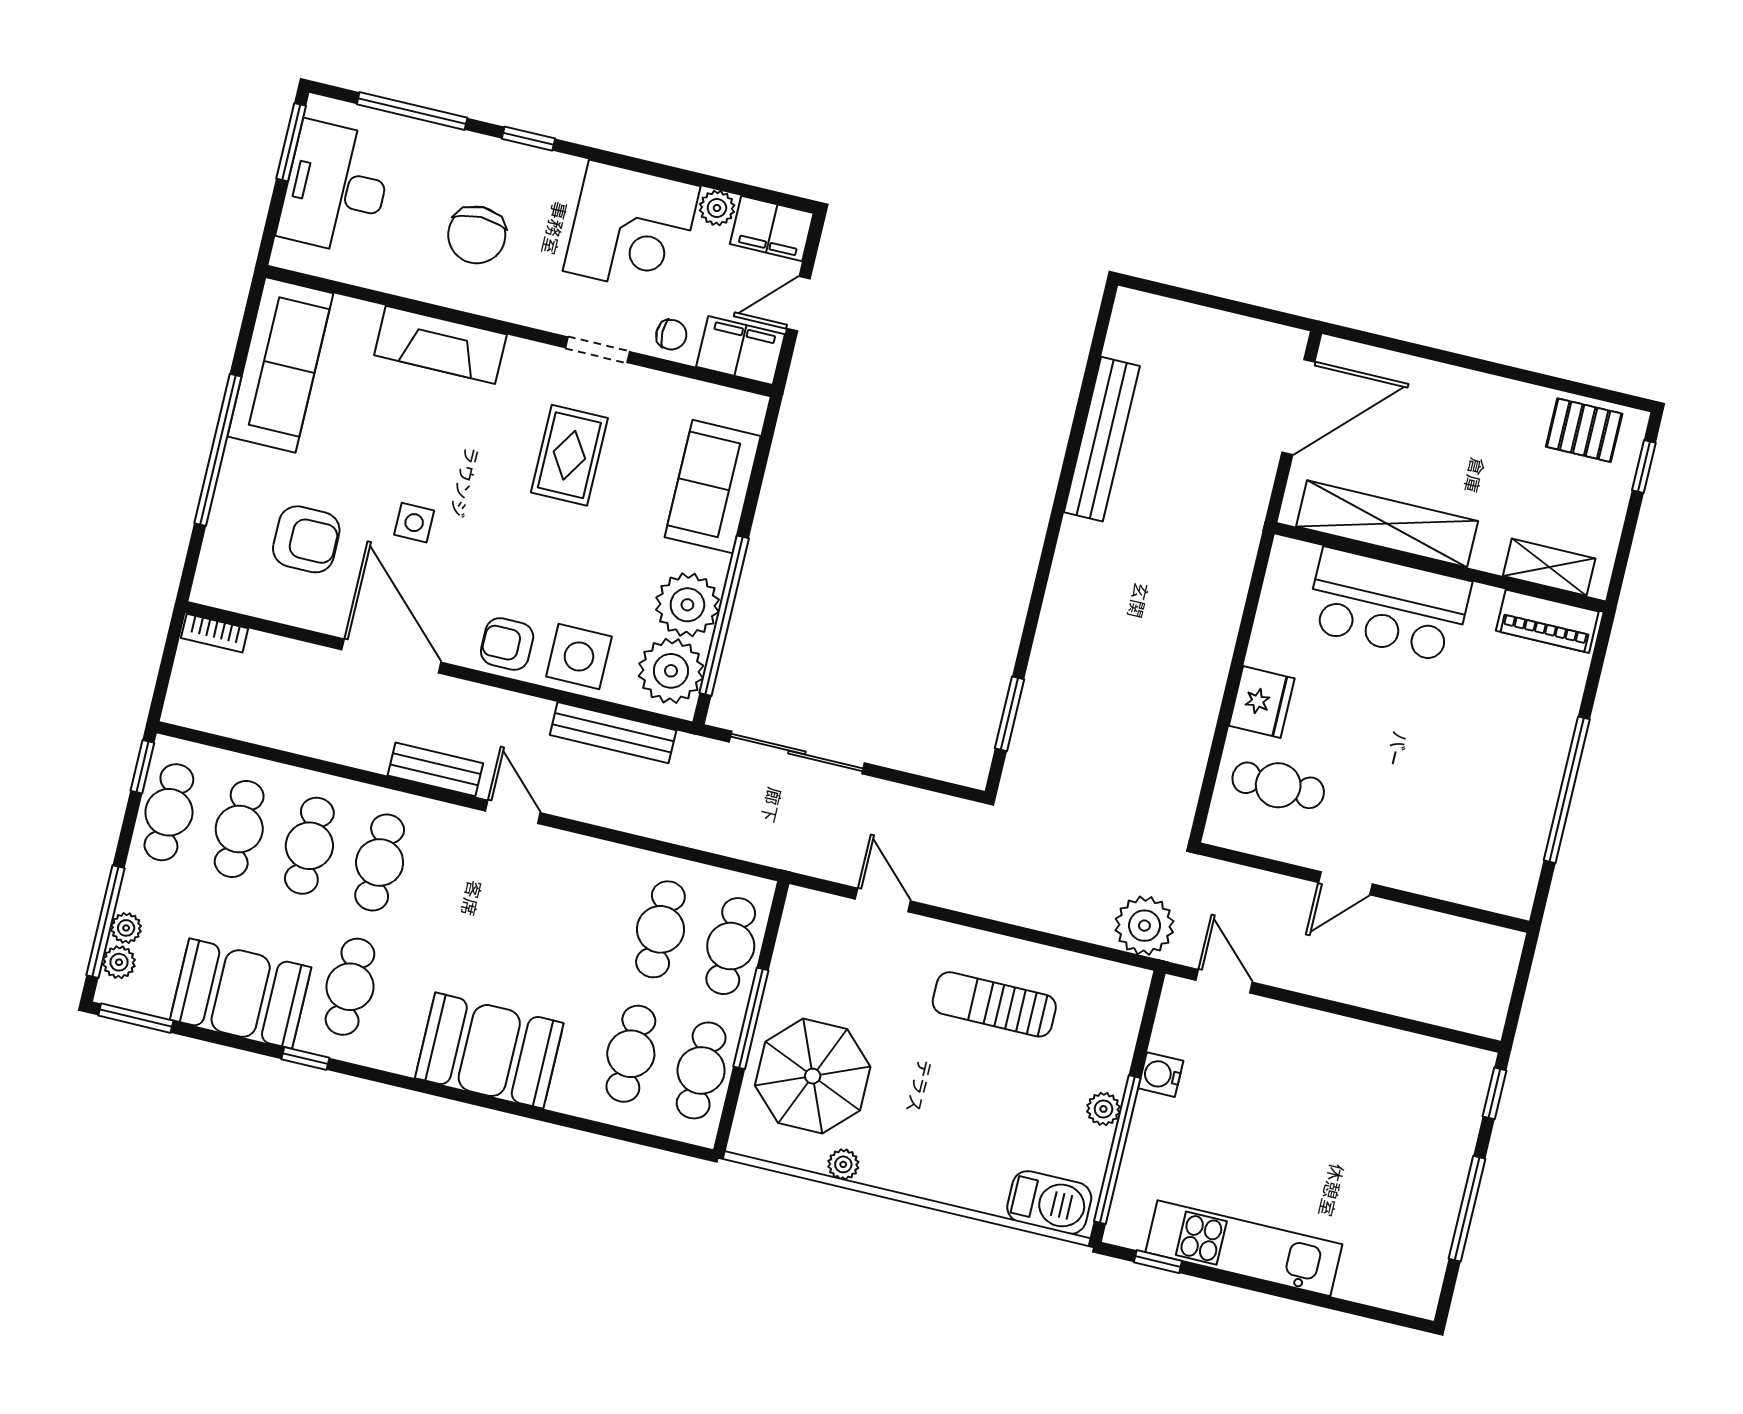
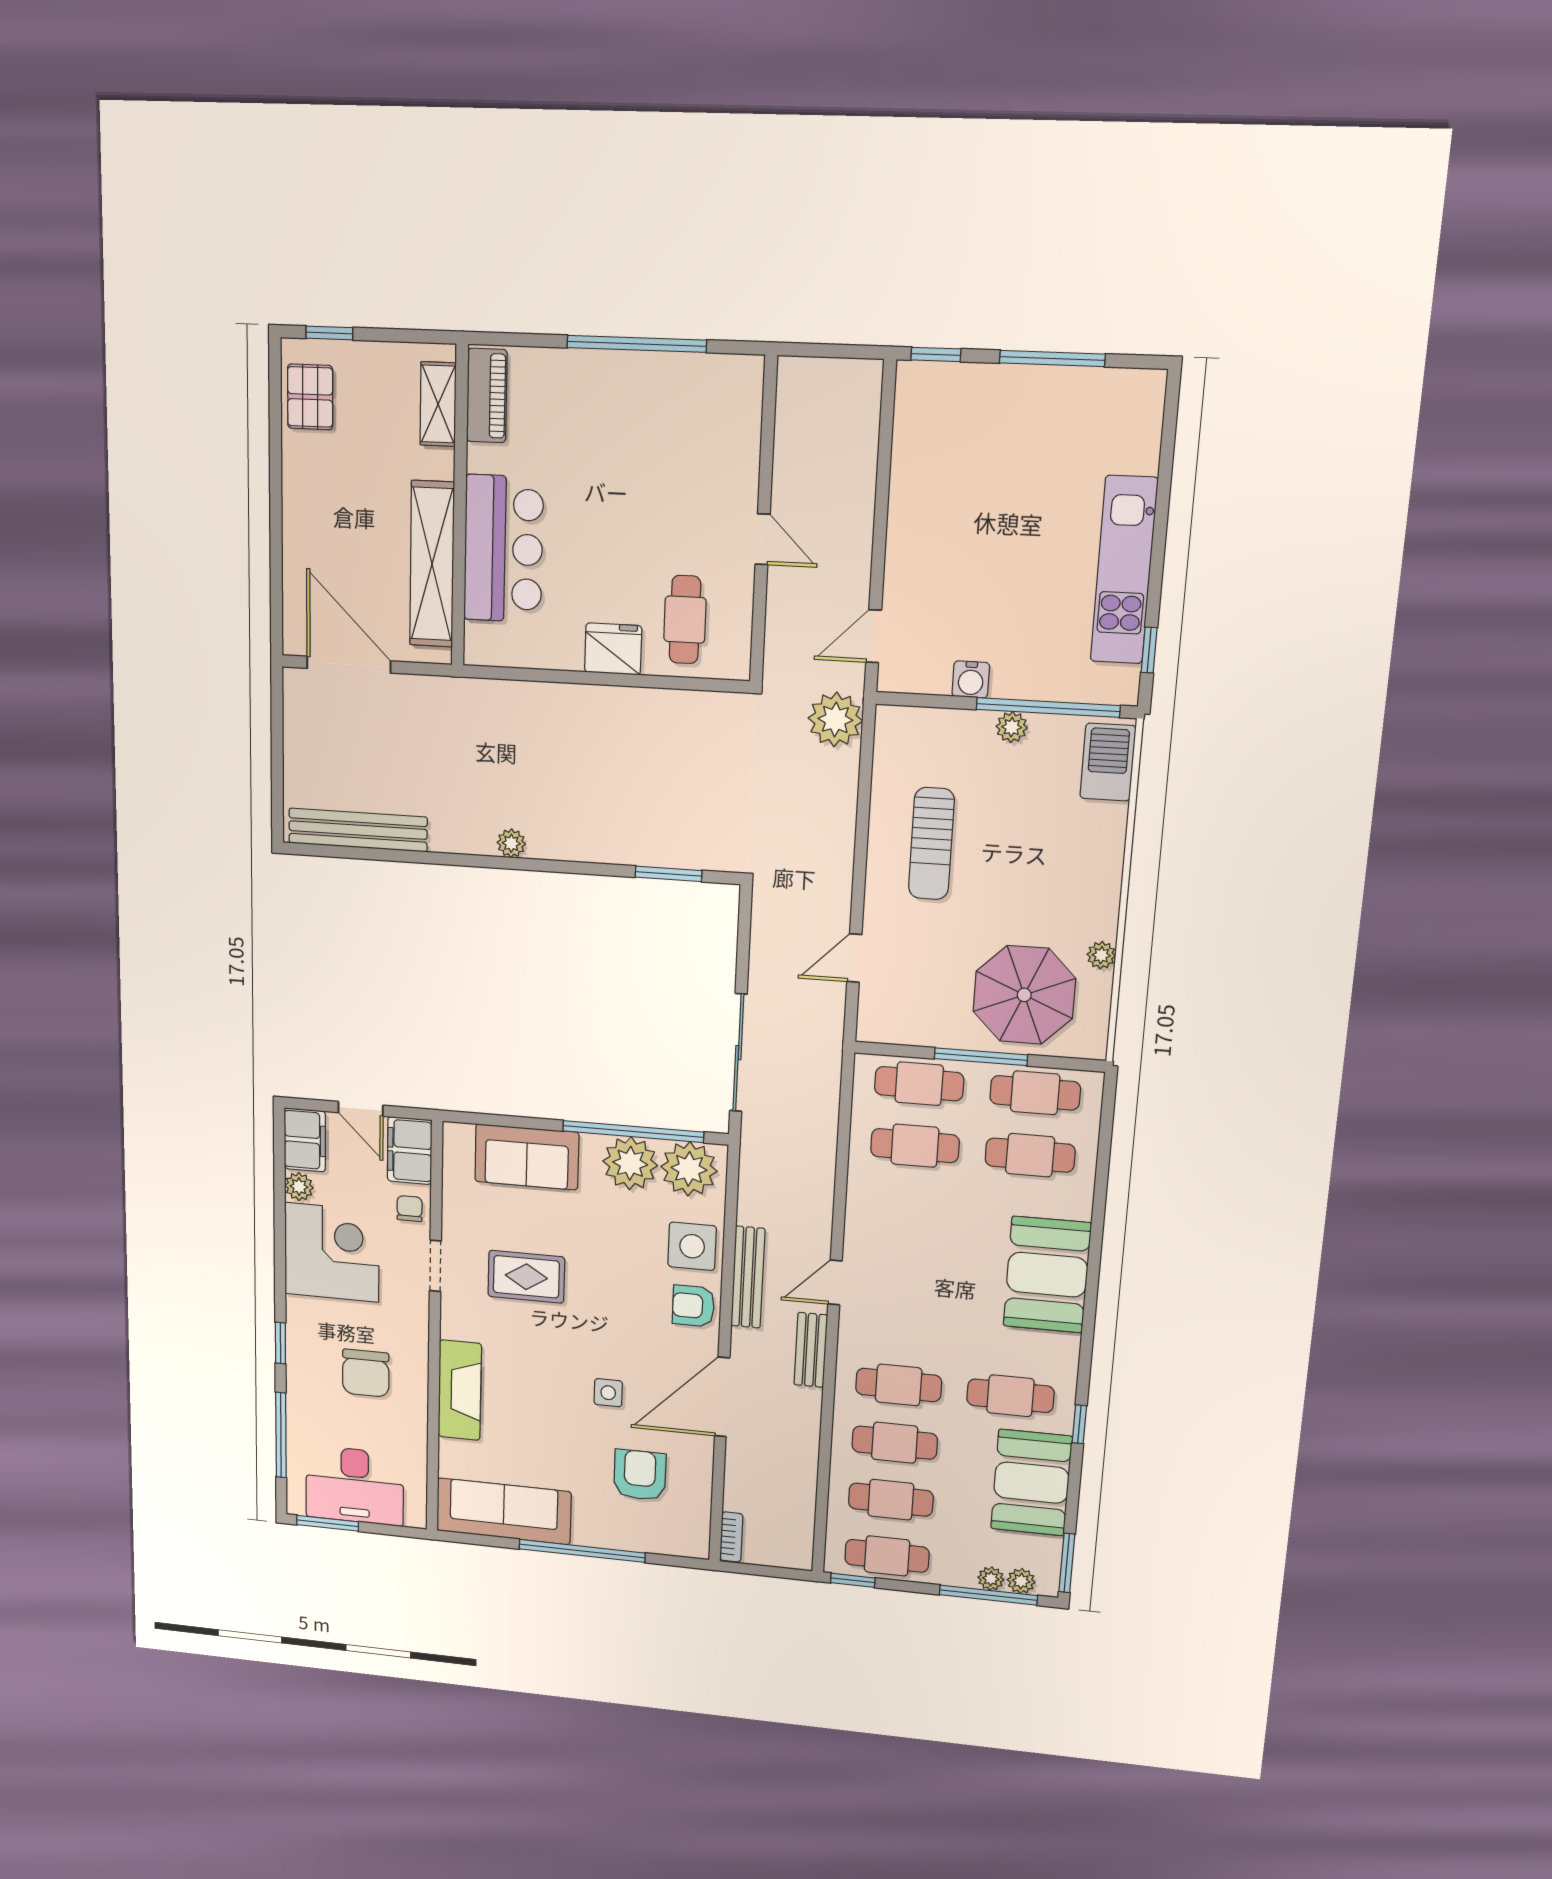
chair: (477, 235) -> (366, 1373), turned 90
bench: (1102, 439) -> (358, 830), moved
plant: (1073, 546) -> (511, 843), added
armchair: (507, 644) -> (693, 1306), turned 90
bench: (613, 733) -> (748, 1277), moved

